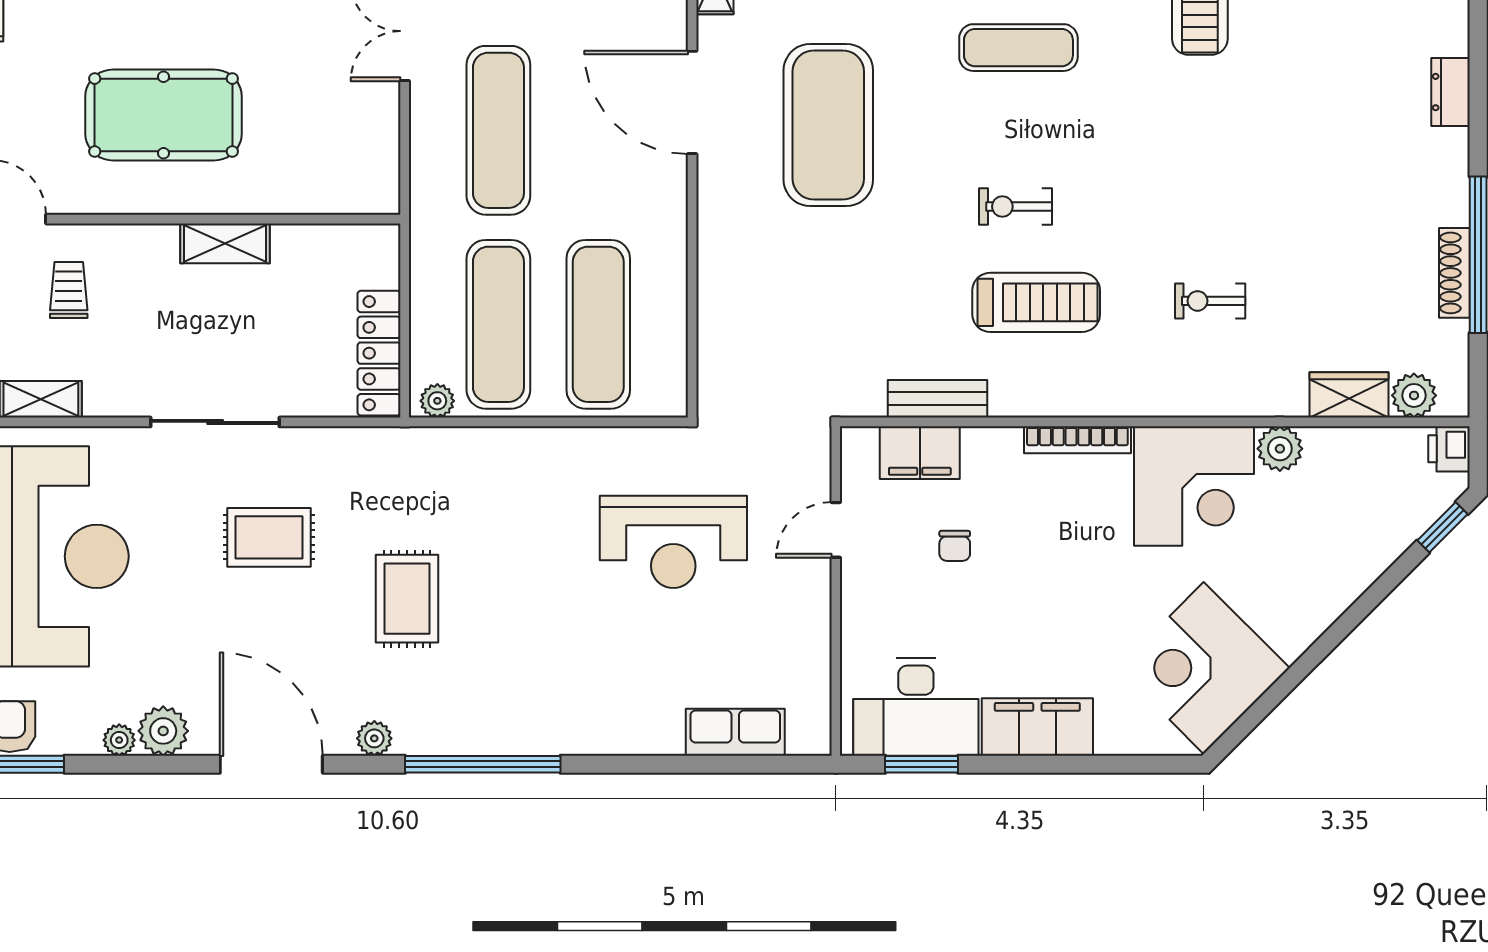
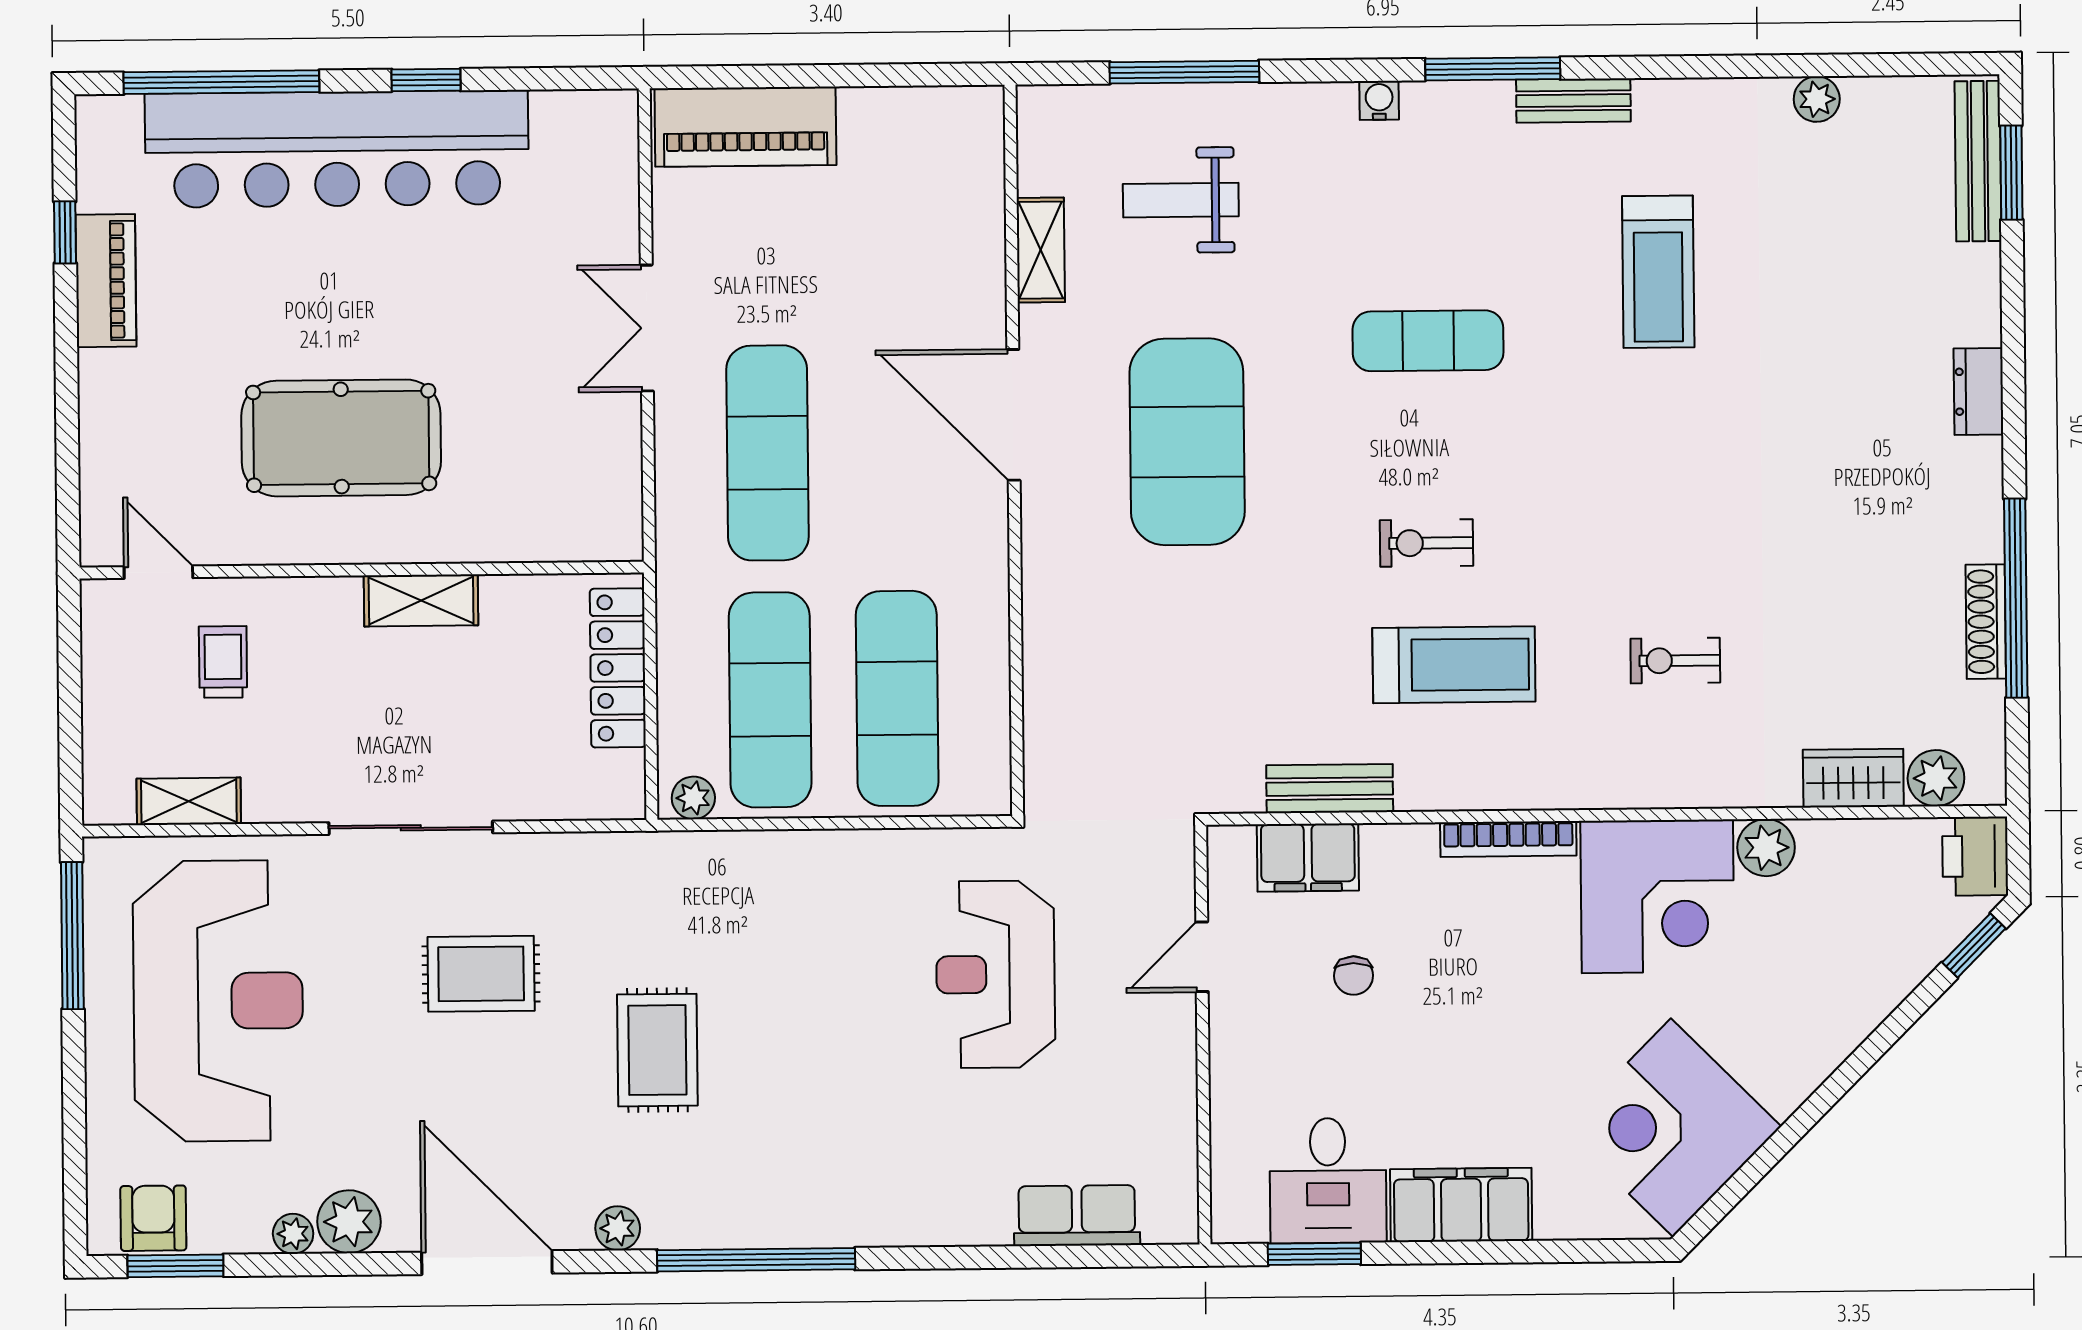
locker: (379, 353) -> (618, 668), moved
printer: (1449, 449) -> (1975, 856), width x1.36, depth x1.24
reception desk: (673, 542) -> (995, 974), turned 90
desk: (916, 707) -> (1328, 1181), width x0.73

